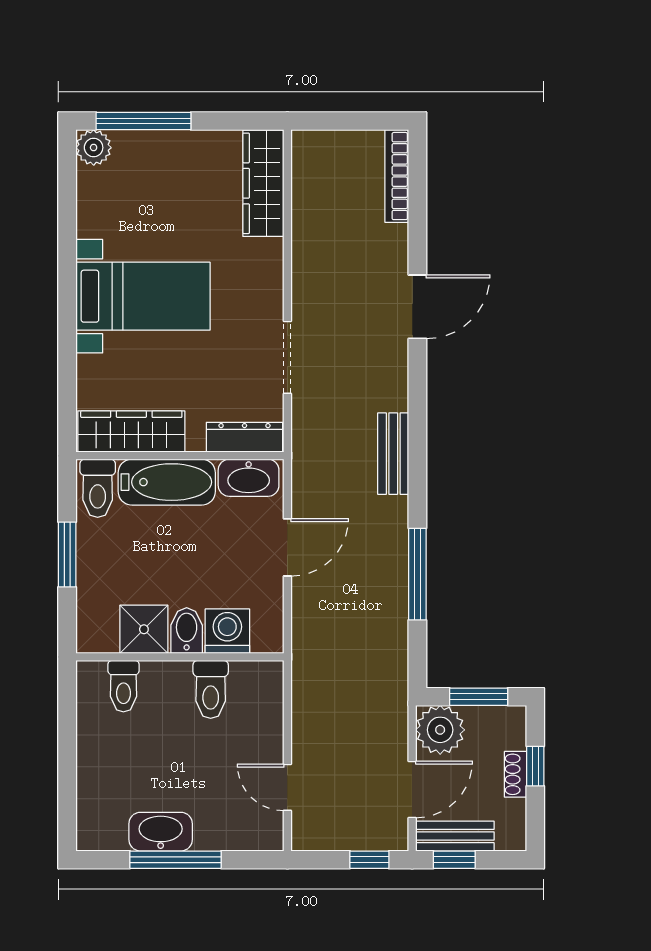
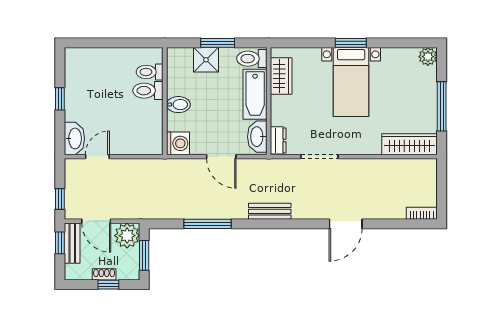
window: (143, 121) -> (442, 106), moved
bookcase: (397, 176) -> (422, 213), width x0.64
window: (67, 297) -> (351, 43), added
door: (417, 307) -> (346, 224), hinge flipped
wardrobe: (131, 432) -> (281, 76), width x0.67
dresser: (244, 437) -> (278, 140), width x0.70
shower: (144, 629) -> (206, 60), moved
washing machine: (227, 631) -> (178, 143), moved
toilet: (211, 689) -> (148, 91), moved
washbasin: (161, 832) -> (74, 138), moved
window: (176, 860) -> (60, 99), width x0.46

